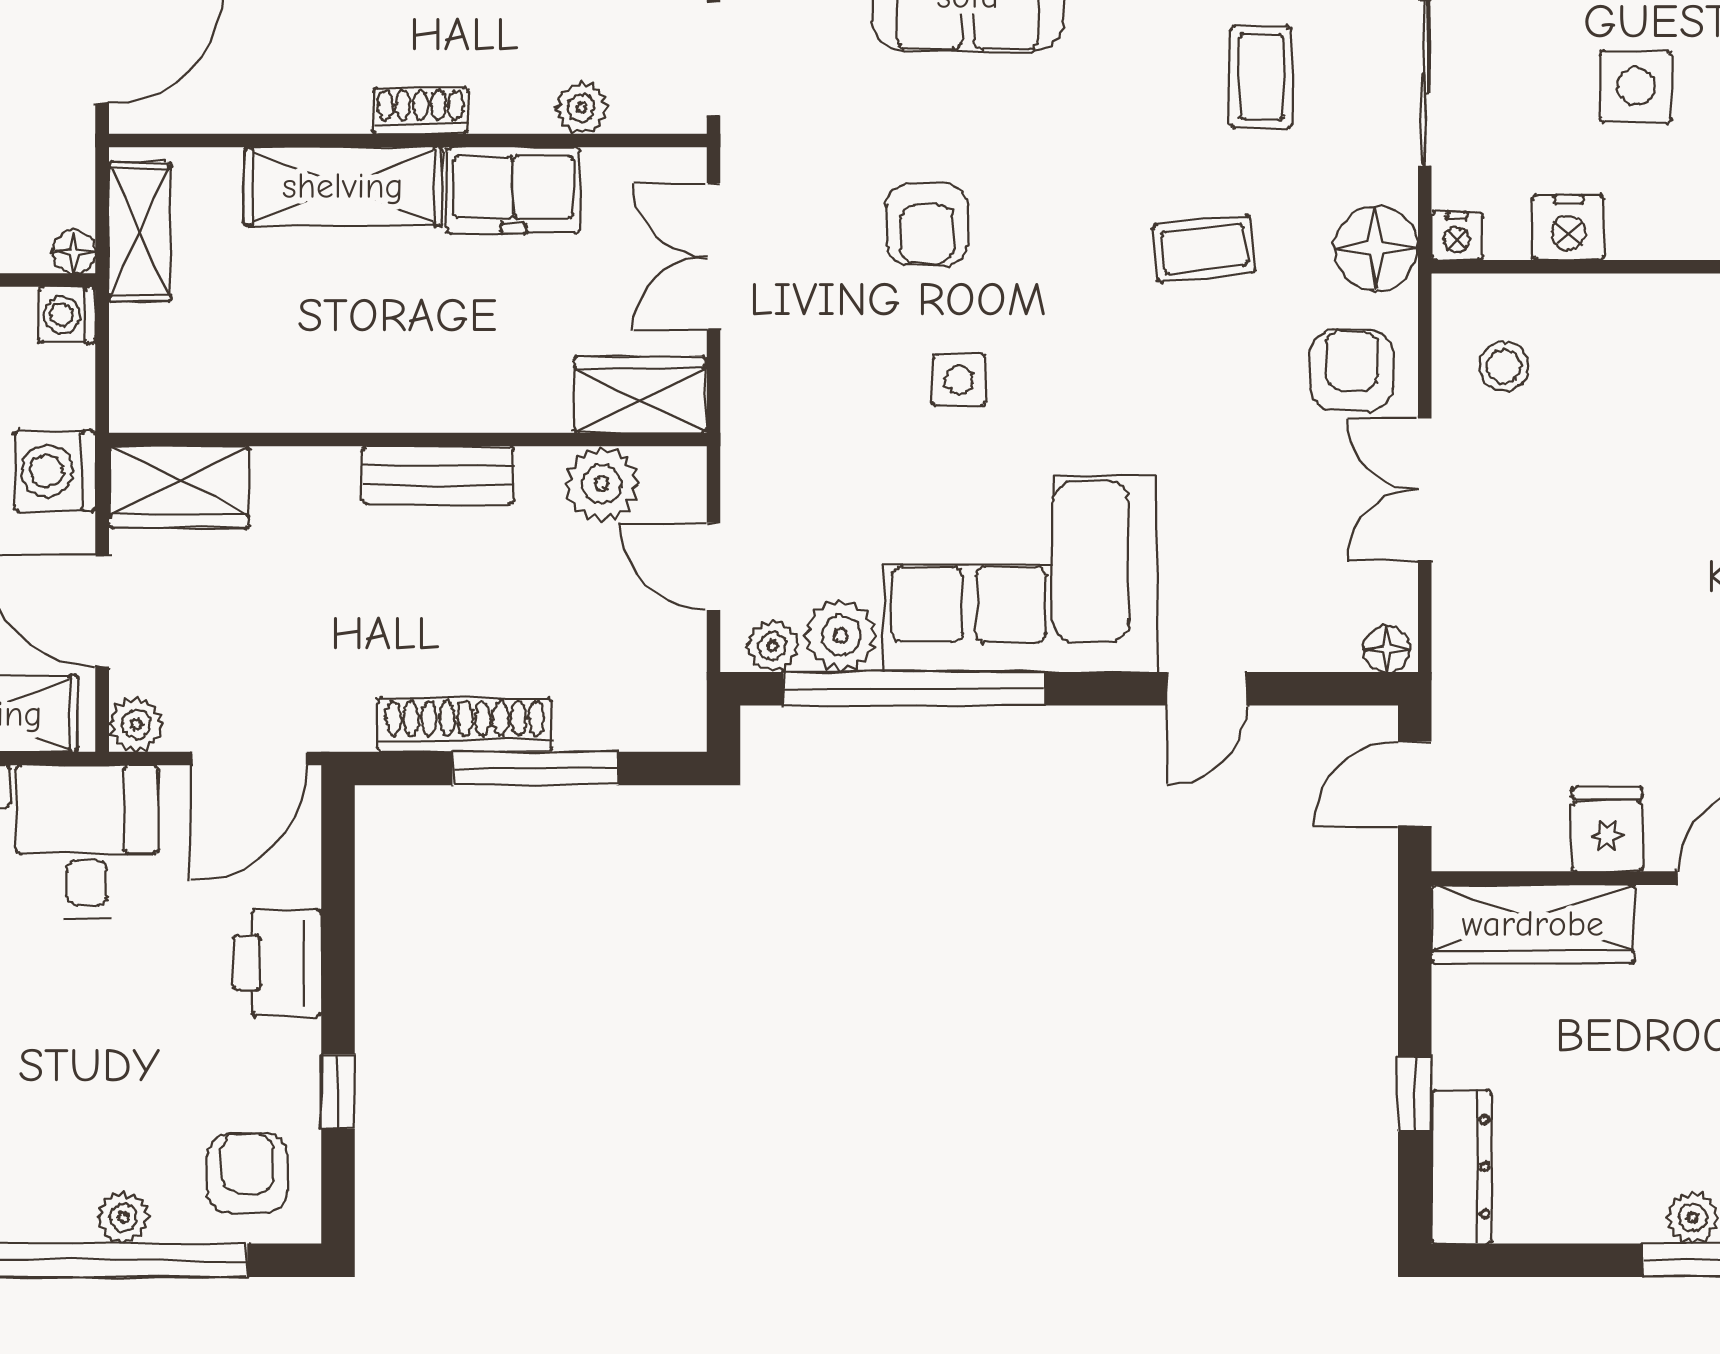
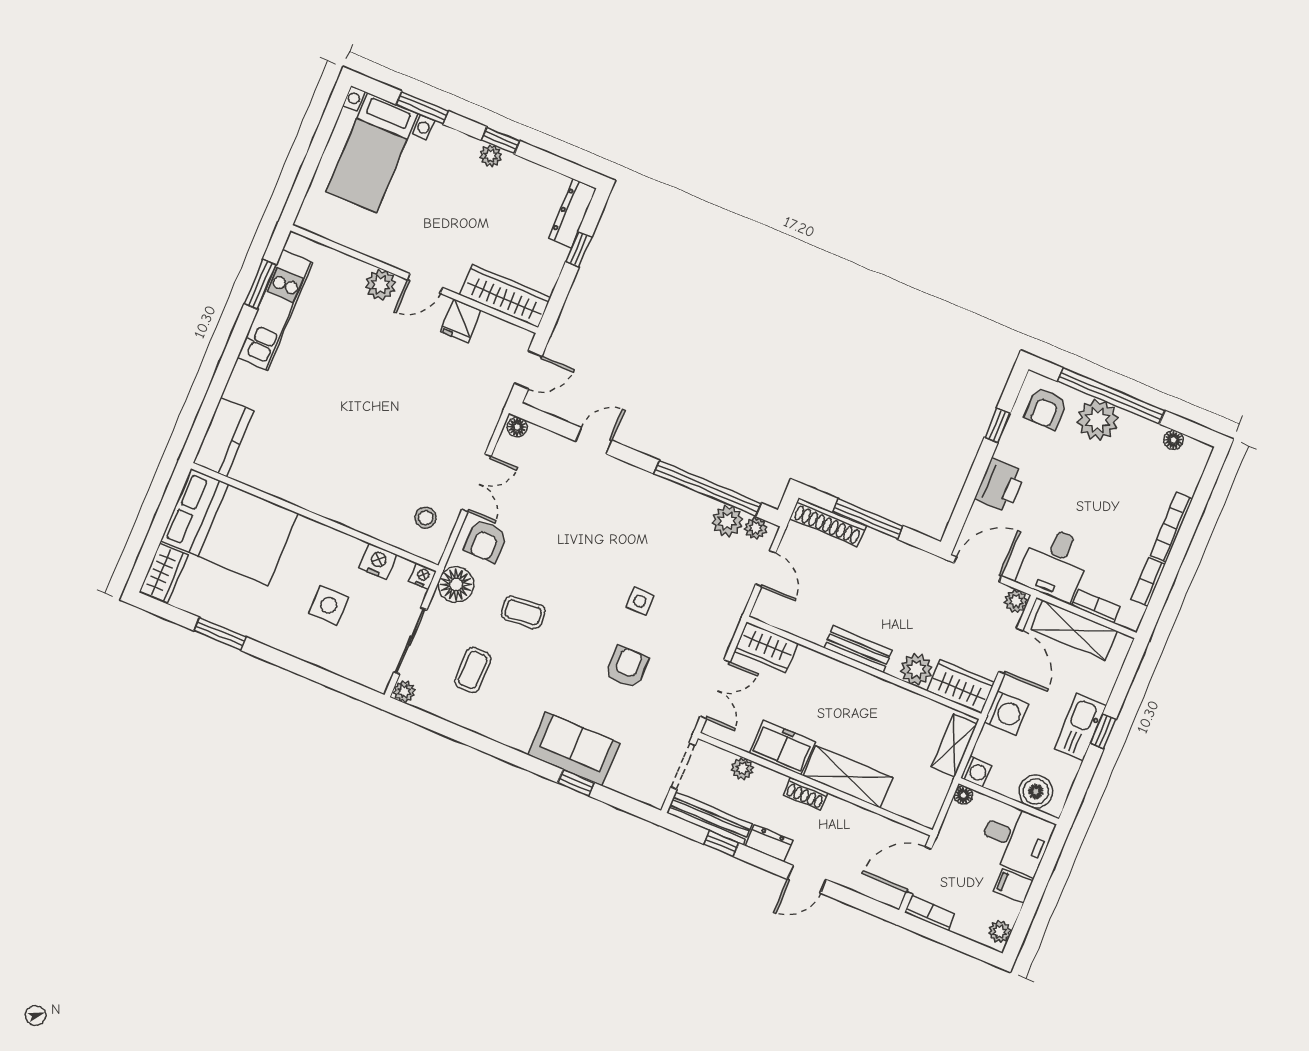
shelving: (140, 232) -> (954, 745), moved
plant: (602, 484) -> (916, 669), moved
corner sofa: (1020, 574) -> (648, 516), removed
shoe rack: (465, 725) -> (828, 522), moved
plant: (123, 1218) -> (1098, 420), width x1.87, depth x1.87

